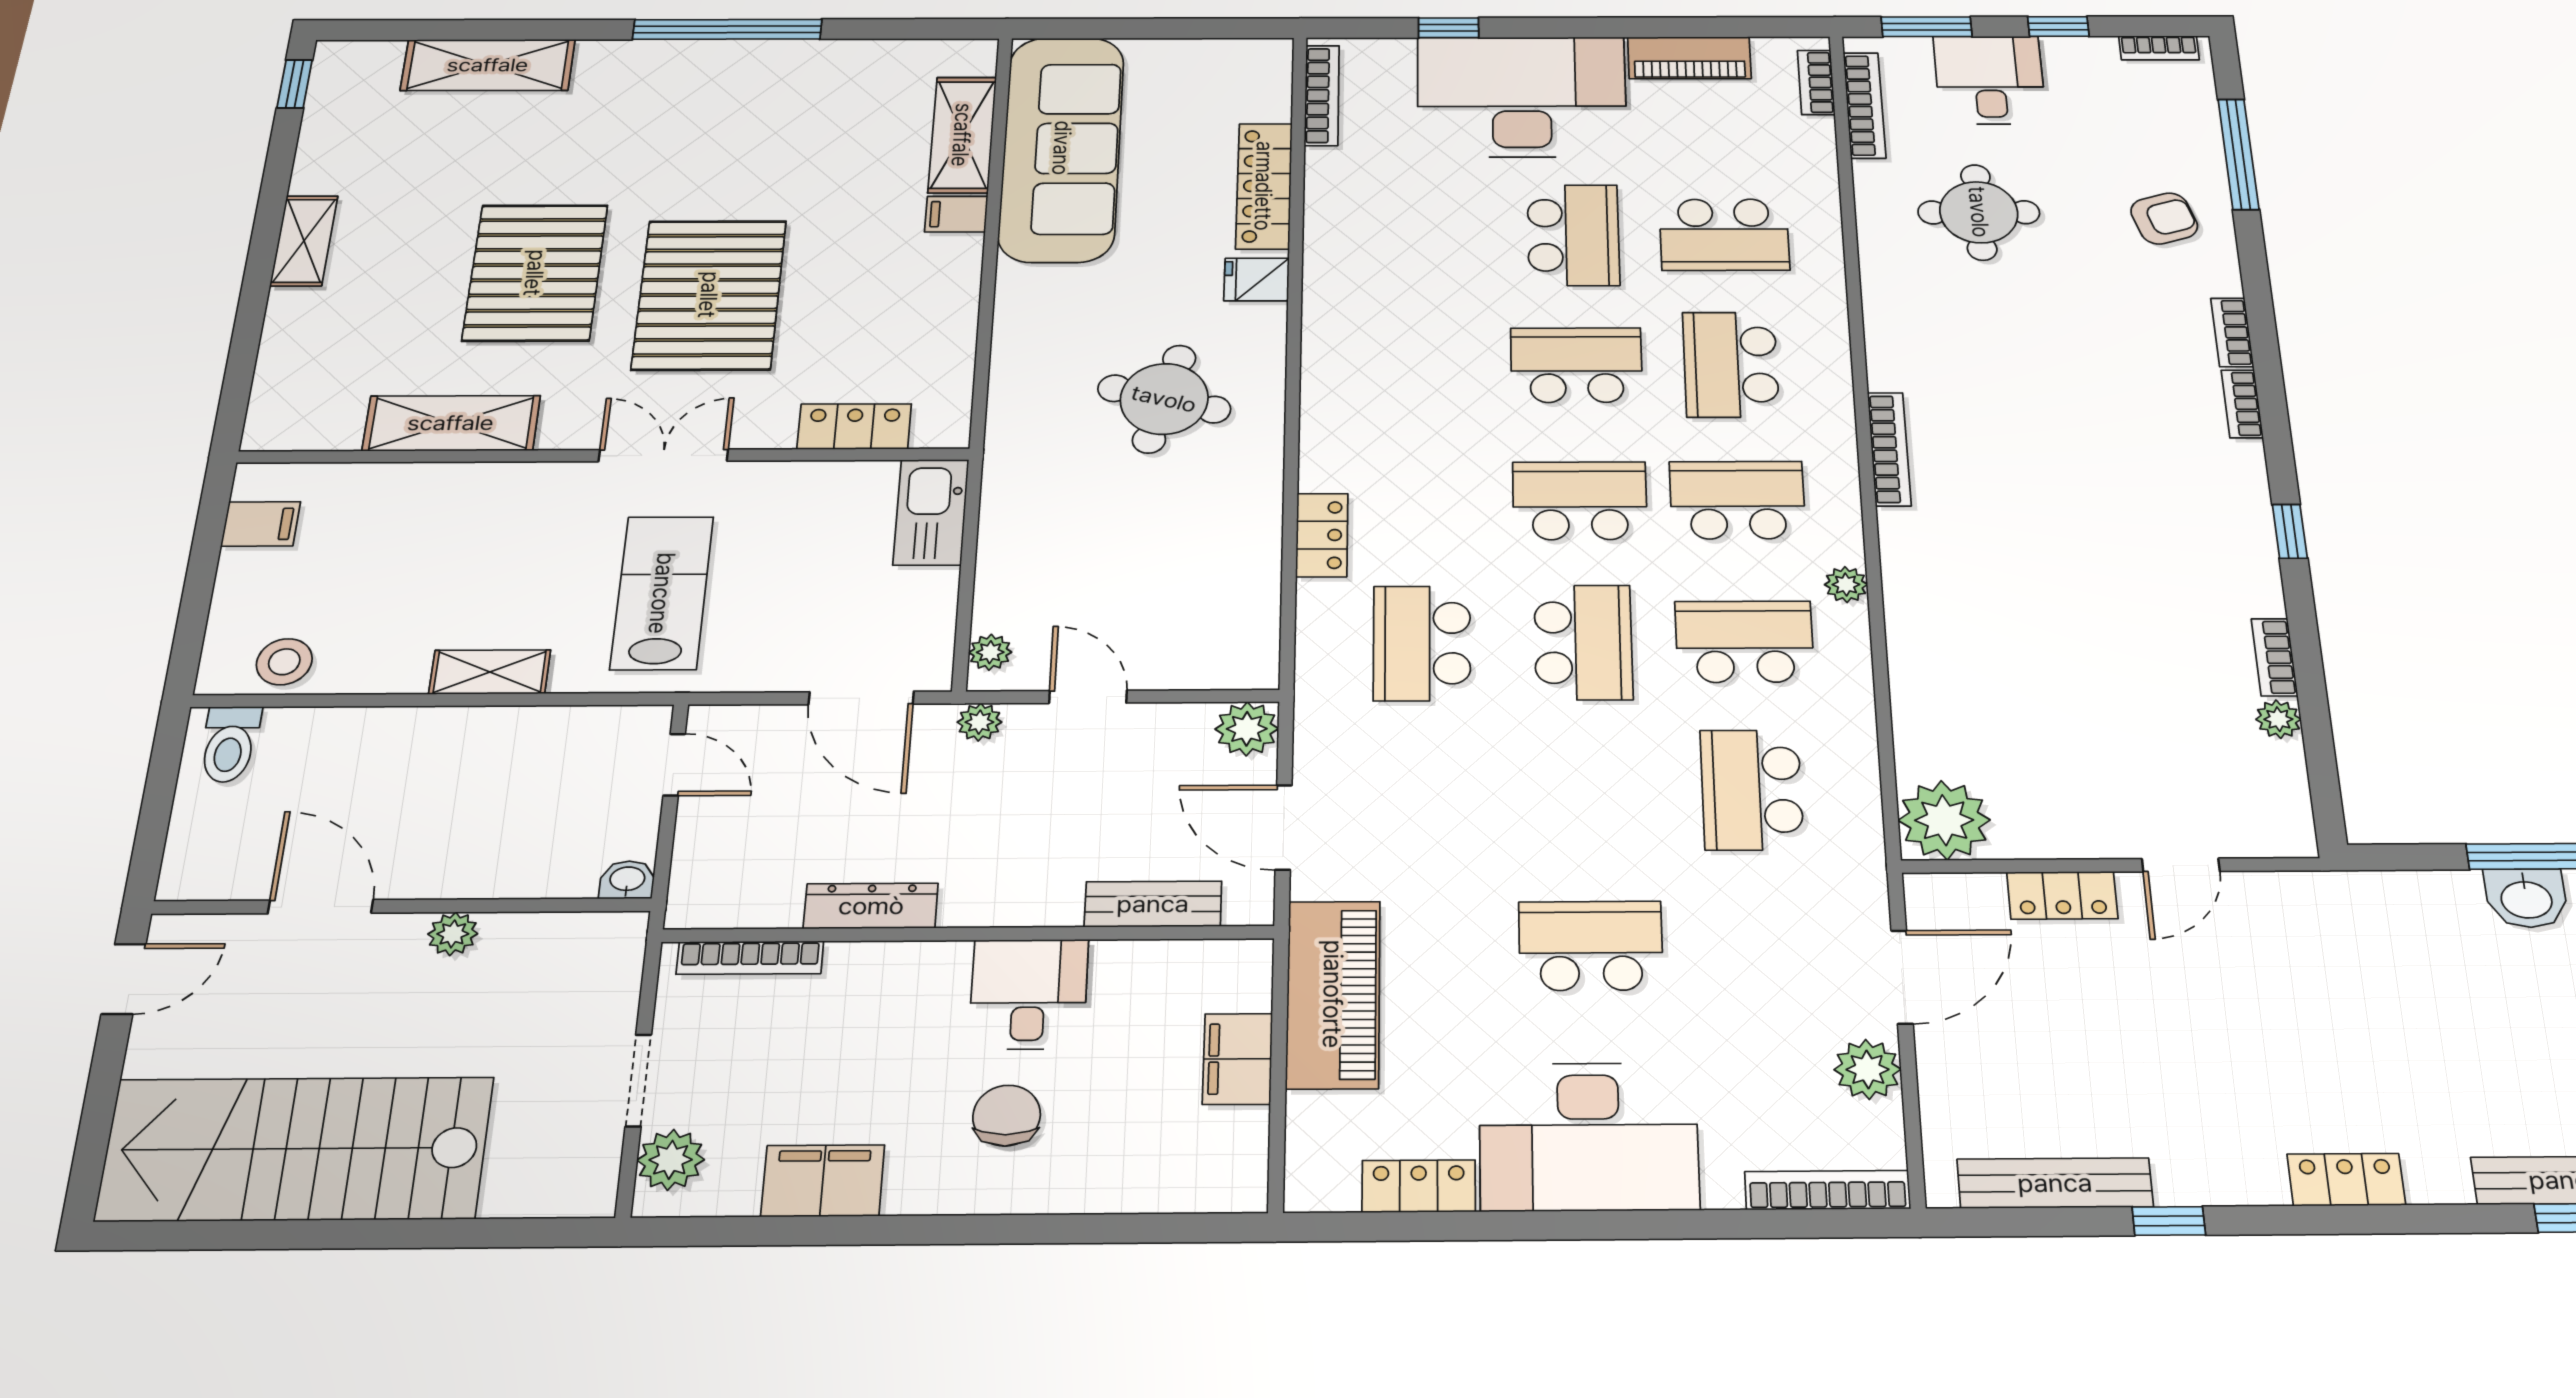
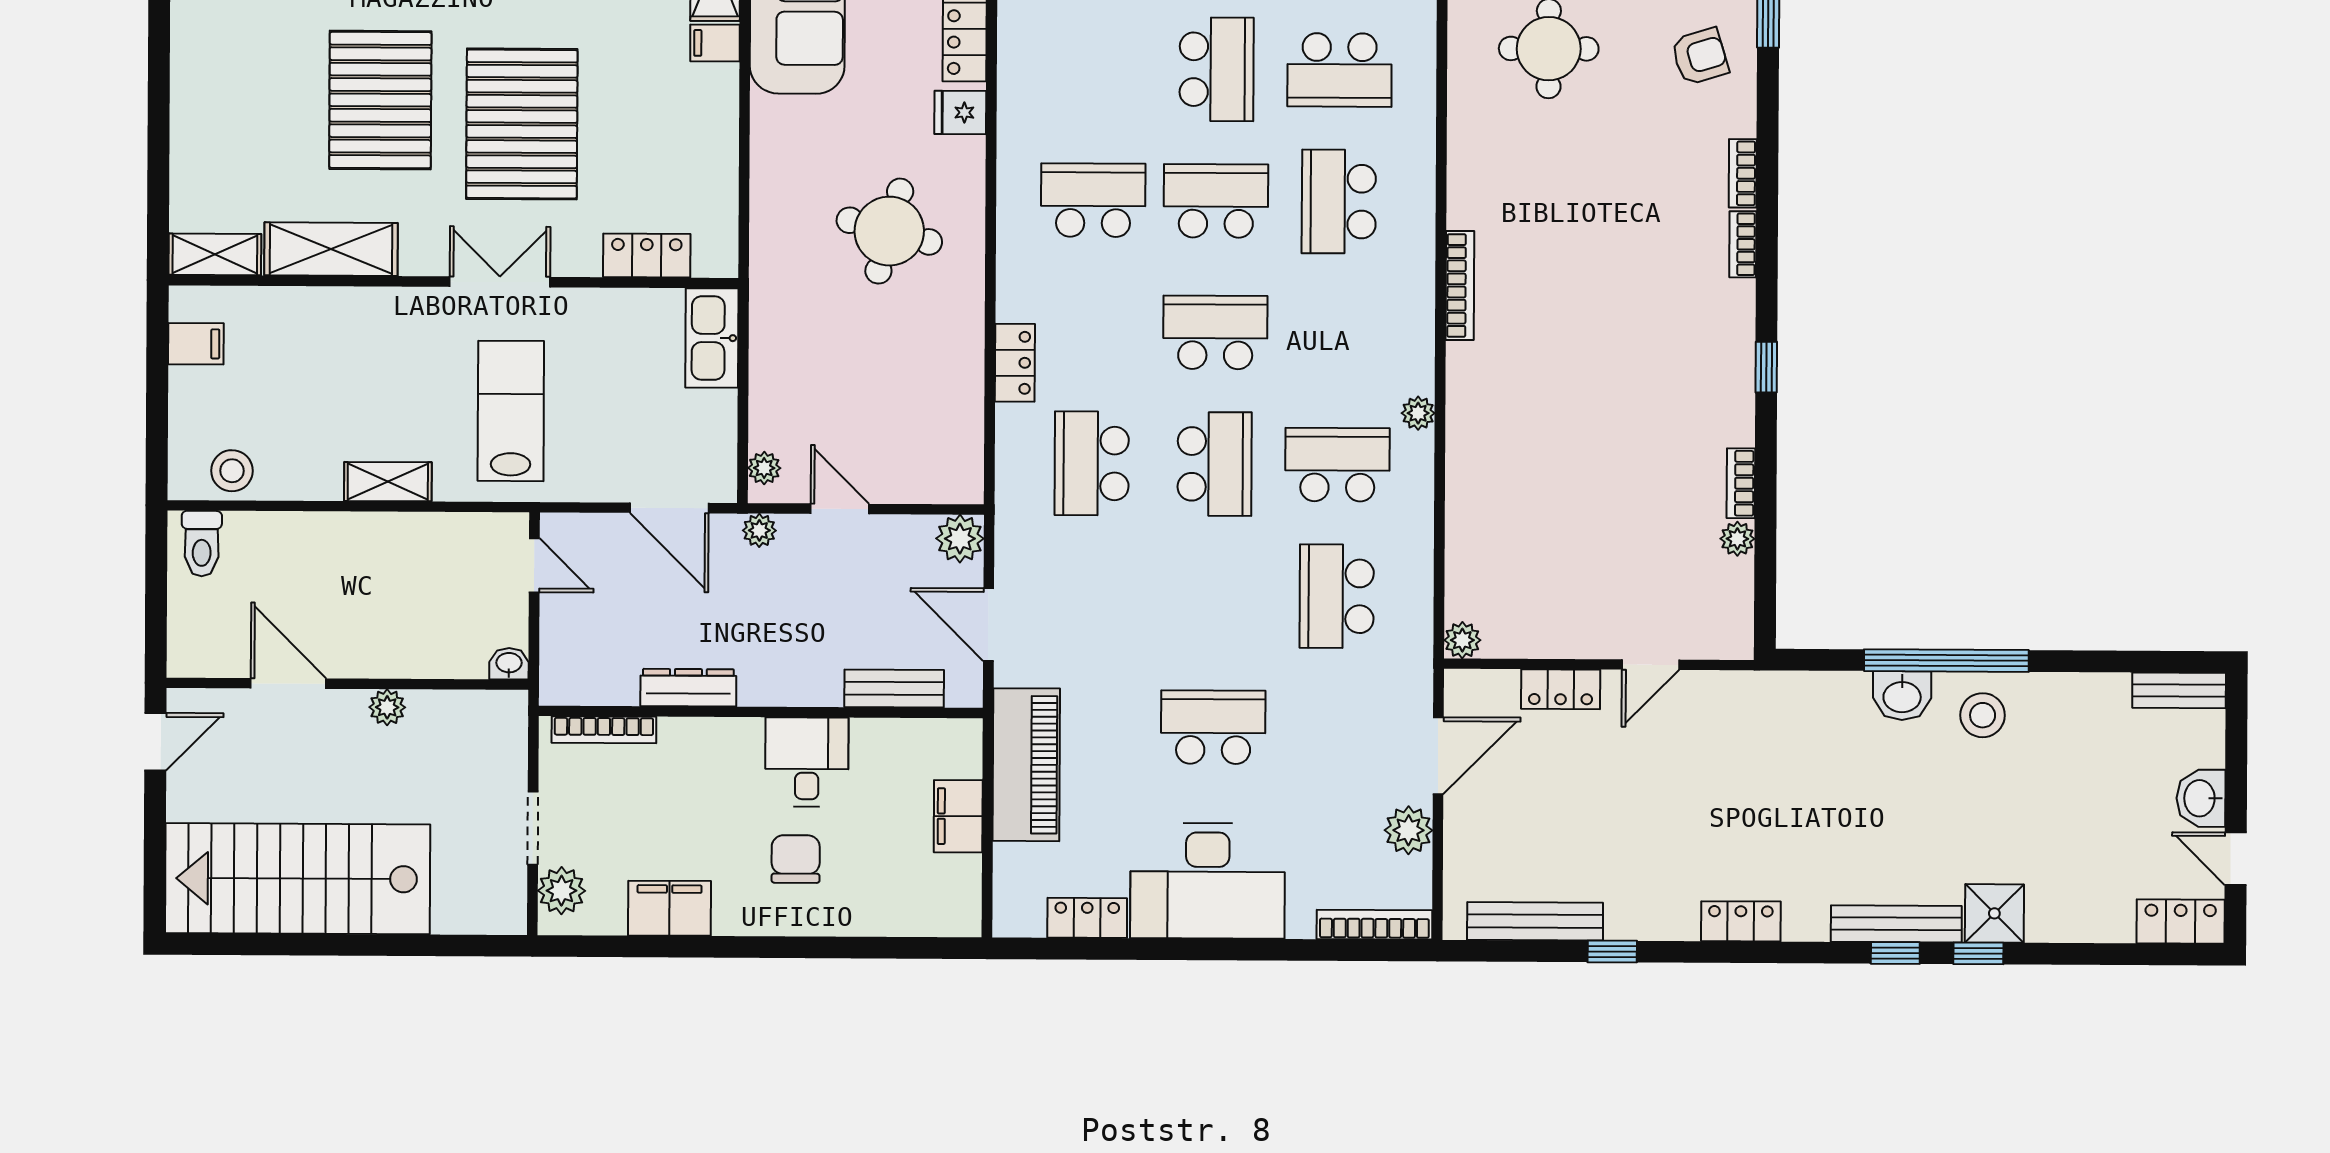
shelving: (304, 241) -> (215, 254), moved, turned 90
school desk: (1737, 500) -> (1093, 200), moved
plant: (1944, 820) -> (1462, 640), width x0.53, depth x0.53

